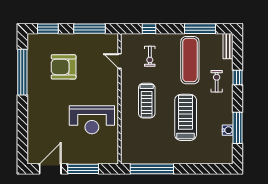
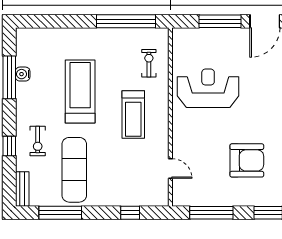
exercise bike: (150, 56) -> (149, 63), moved
treadmill: (147, 101) -> (133, 114), turned 180
treadmill: (186, 117) -> (80, 91), turned 180

